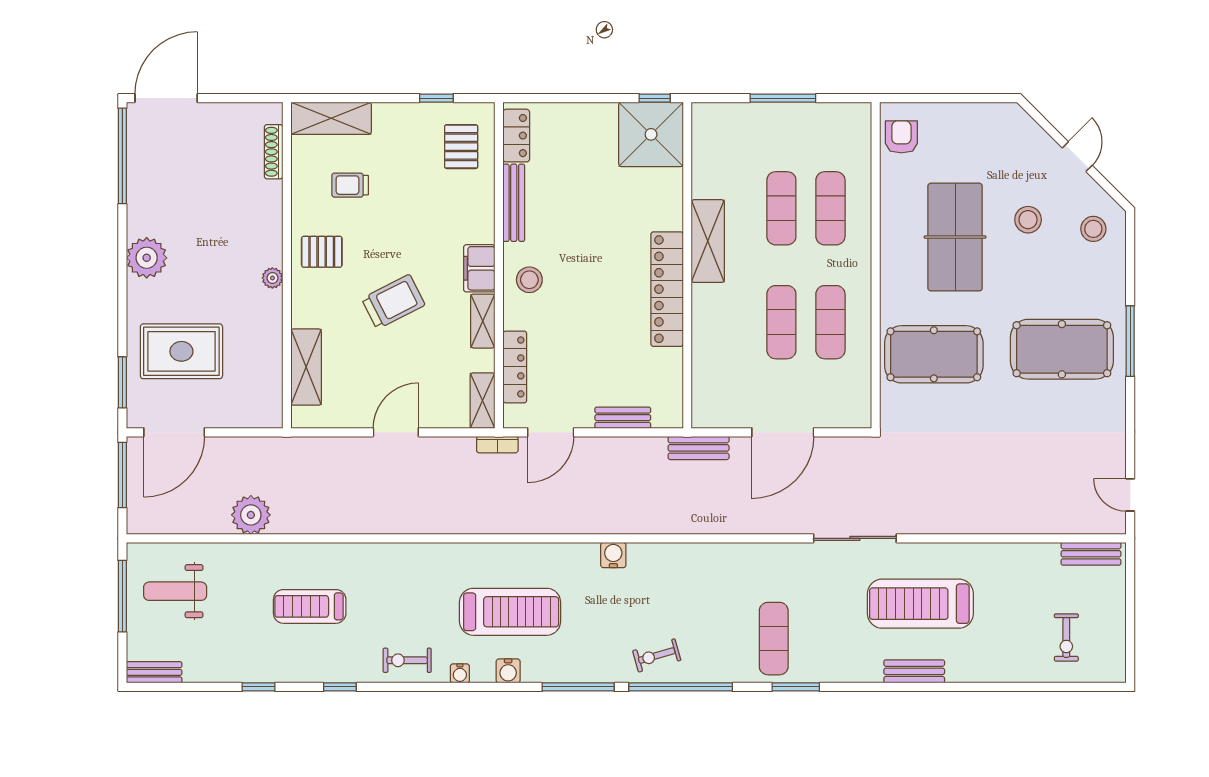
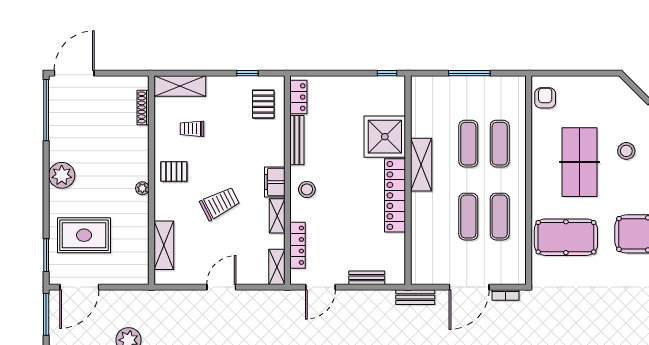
shower: (651, 134) -> (385, 137), moved
bookcase: (497, 445) -> (506, 295), moved

